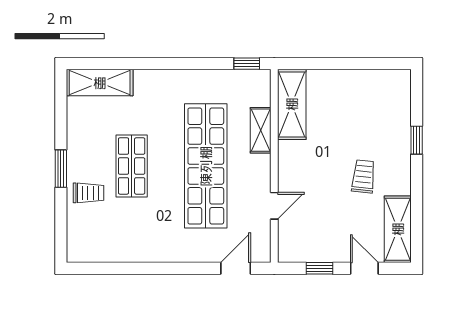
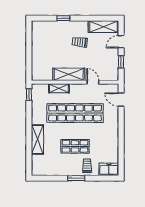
shelving: (100, 83) -> (37, 139), moved
shelving: (292, 104) -> (69, 74), moved
freezer: (81, 241) -> (109, 169), added

